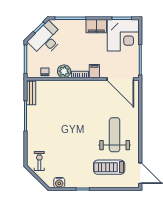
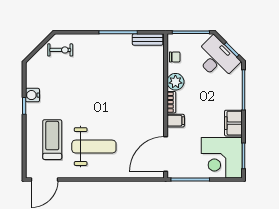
water cooler: (59, 183) -> (32, 95), moved

